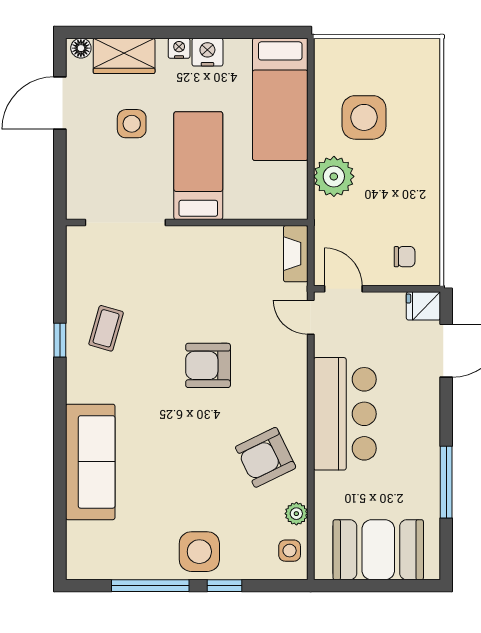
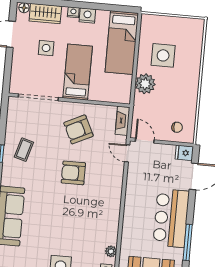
bar counter: (345, 414) -> (171, 218), moved, turned 180
armchair: (266, 457) -> (78, 129), moved

